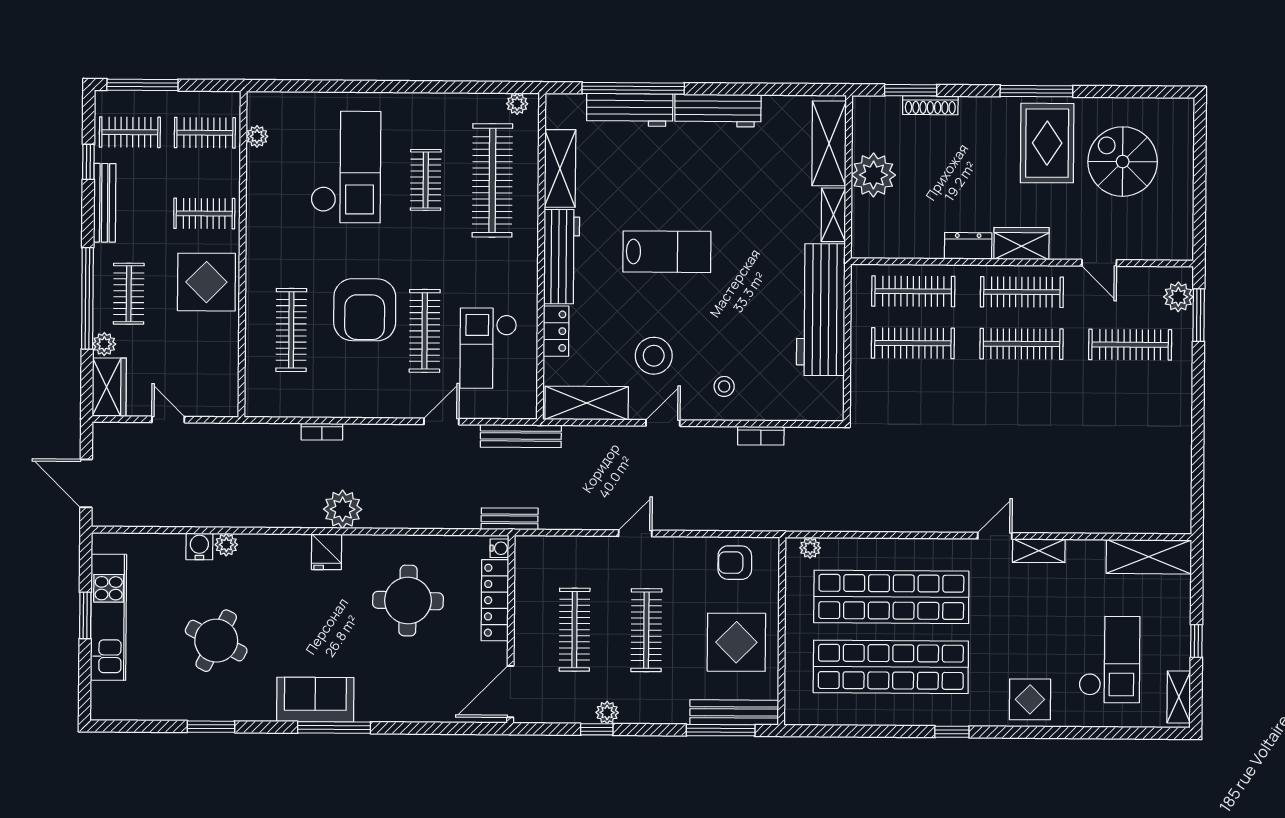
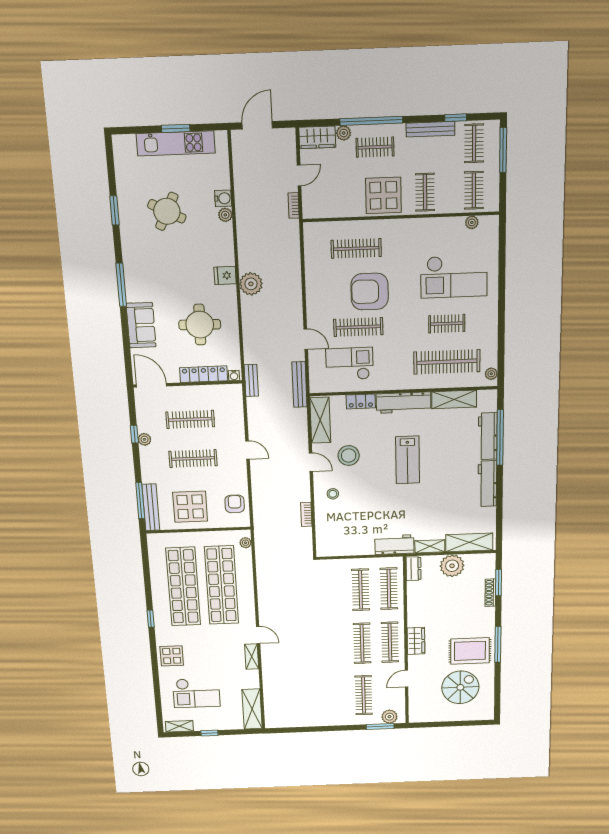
dresser: (968, 246) -> (414, 569), moved
workbench: (821, 310) -> (394, 545), width x0.53, depth x0.76
bookcase: (322, 432) -> (294, 205), moved
sofa: (315, 700) -> (141, 325), moved

